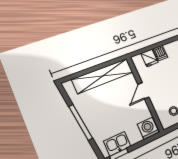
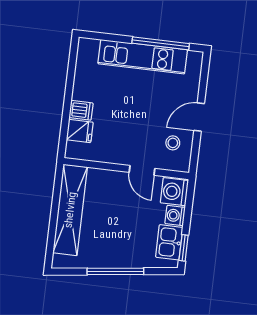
door: (143, 91) -> (142, 170), moved
washing machine: (135, 137) -> (175, 216), added

